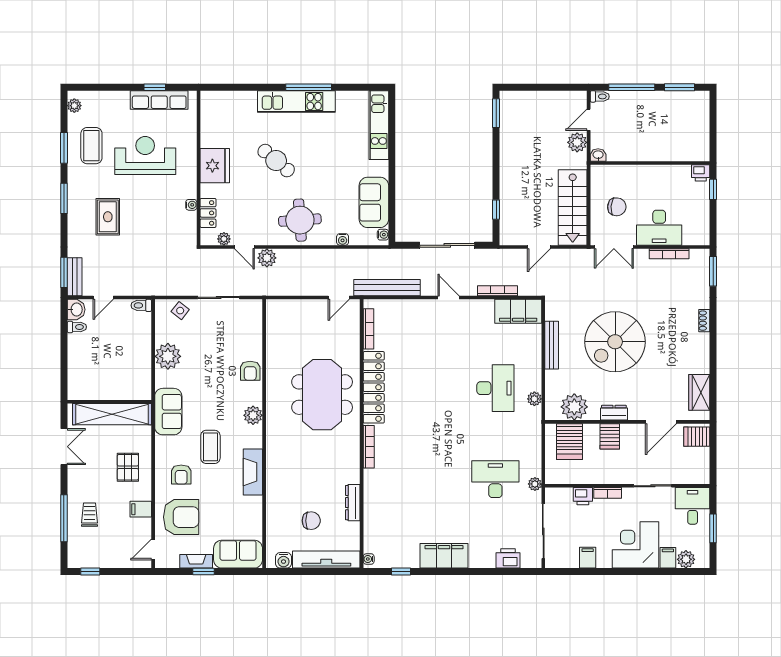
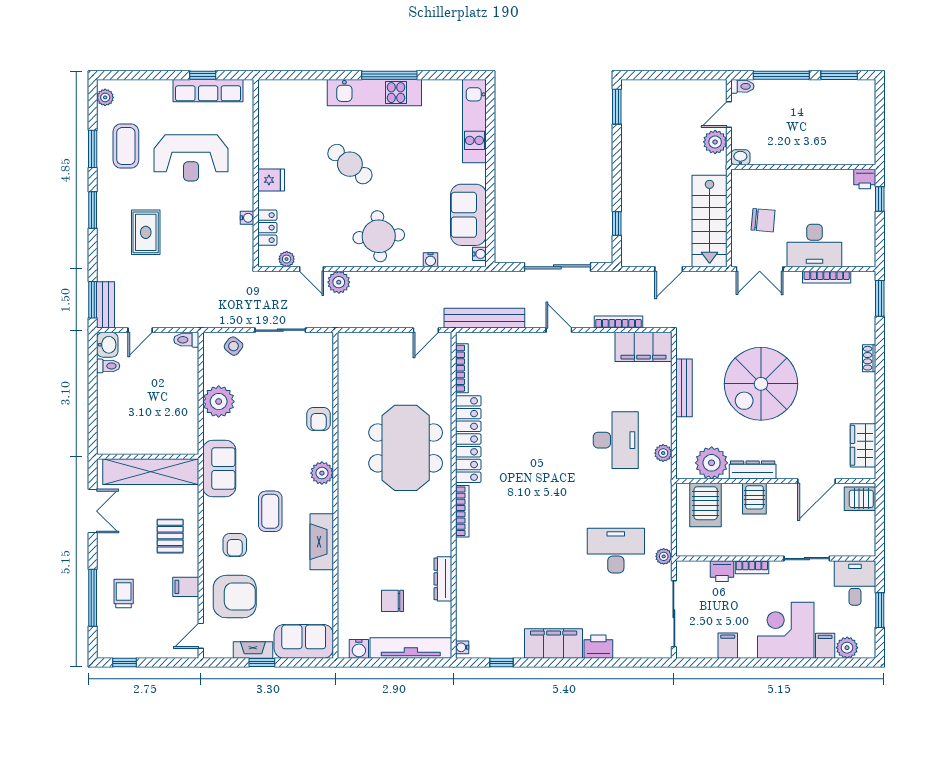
reception desk: (145, 155) -> (191, 158), turned 180
fridge: (215, 166) -> (271, 180), width x0.53, depth x0.75
dresser: (614, 413) -> (753, 470), width x1.44
chair: (311, 521) -> (392, 601), turned 180
printer: (508, 558) -> (598, 647), moved

